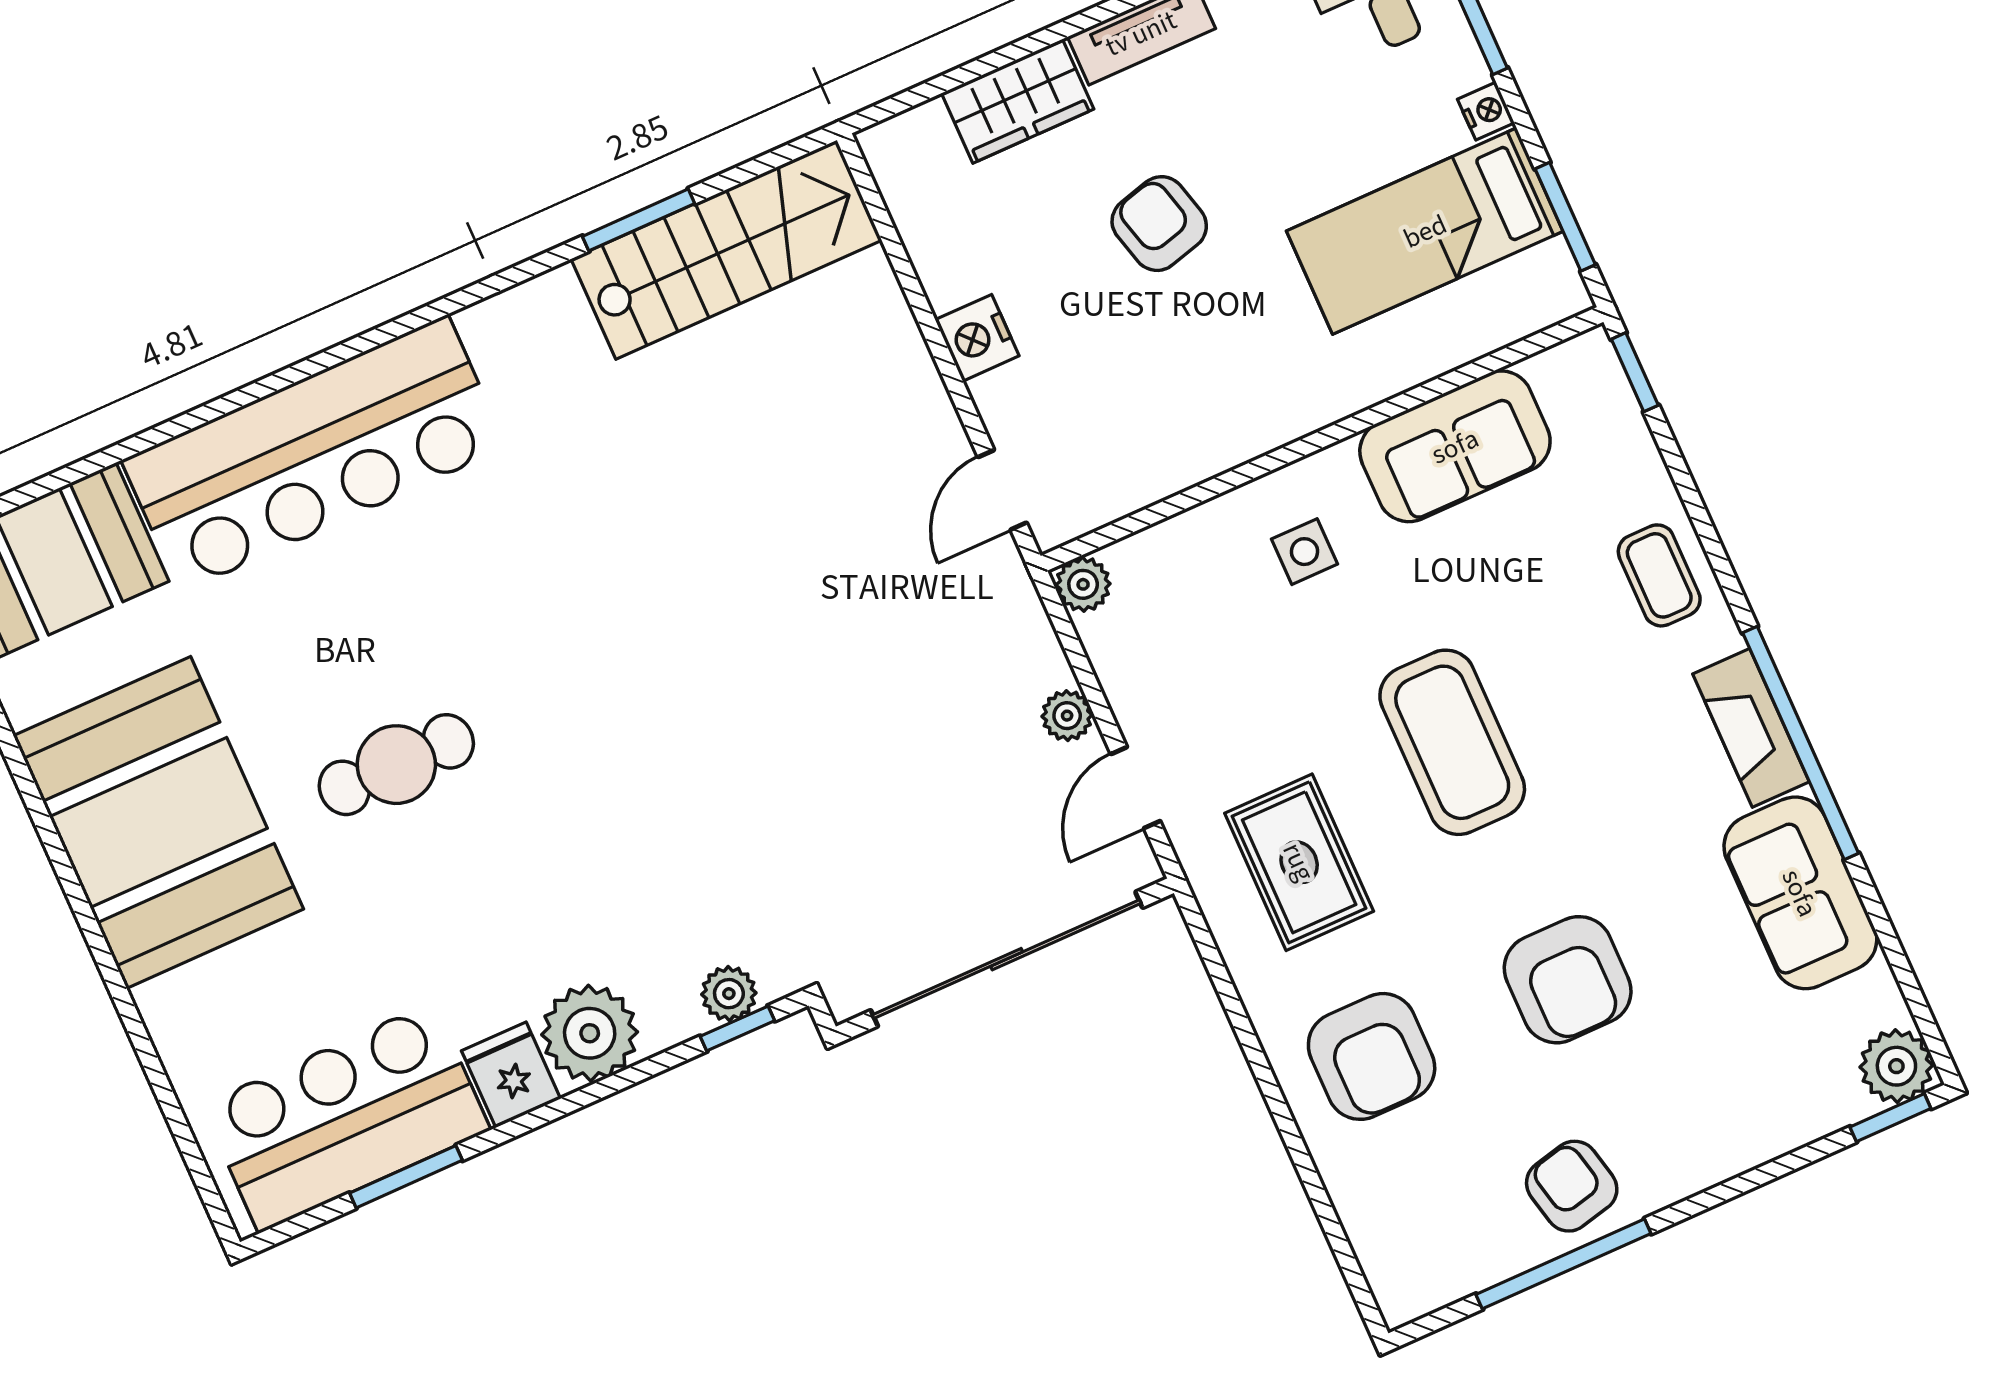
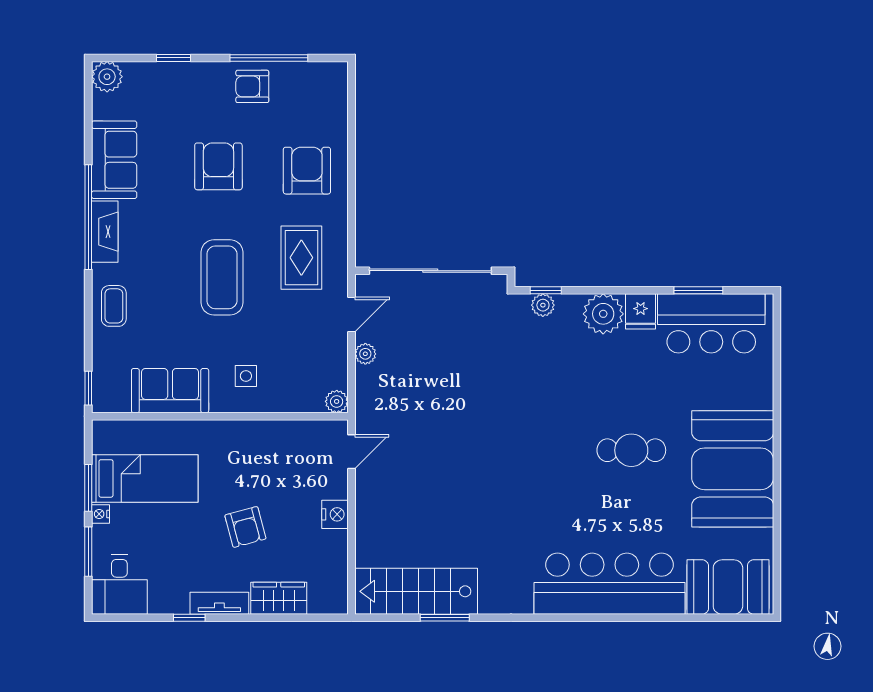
window: (1565, 217) -> (88, 488), moved
window: (1890, 1118) -> (173, 58), moved
armchair: (1572, 1186) -> (252, 86), turned 103

